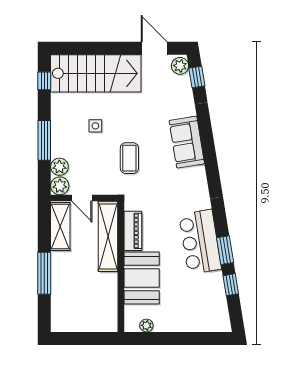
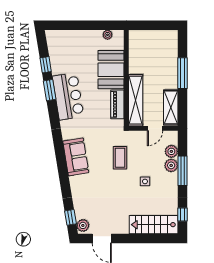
stairs: (96, 73) -> (154, 225), width x0.73, depth x0.66
sofa: (187, 142) -> (76, 157), moved
plant: (60, 186) -> (171, 165), moved
door: (82, 198) -> (155, 128), swing flipped

